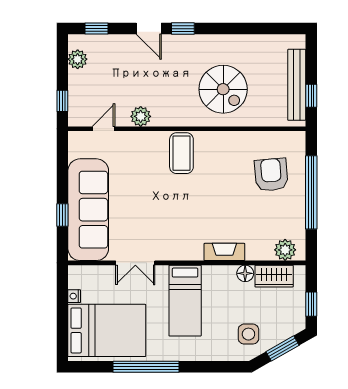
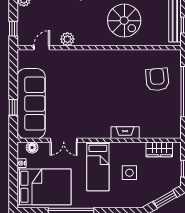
coffee table: (181, 153) -> (95, 65), removed
plant: (285, 250) -> (167, 131), removed
floor lamp: (245, 273) -> (32, 148), moved
side table: (248, 334) -> (129, 173), moved

